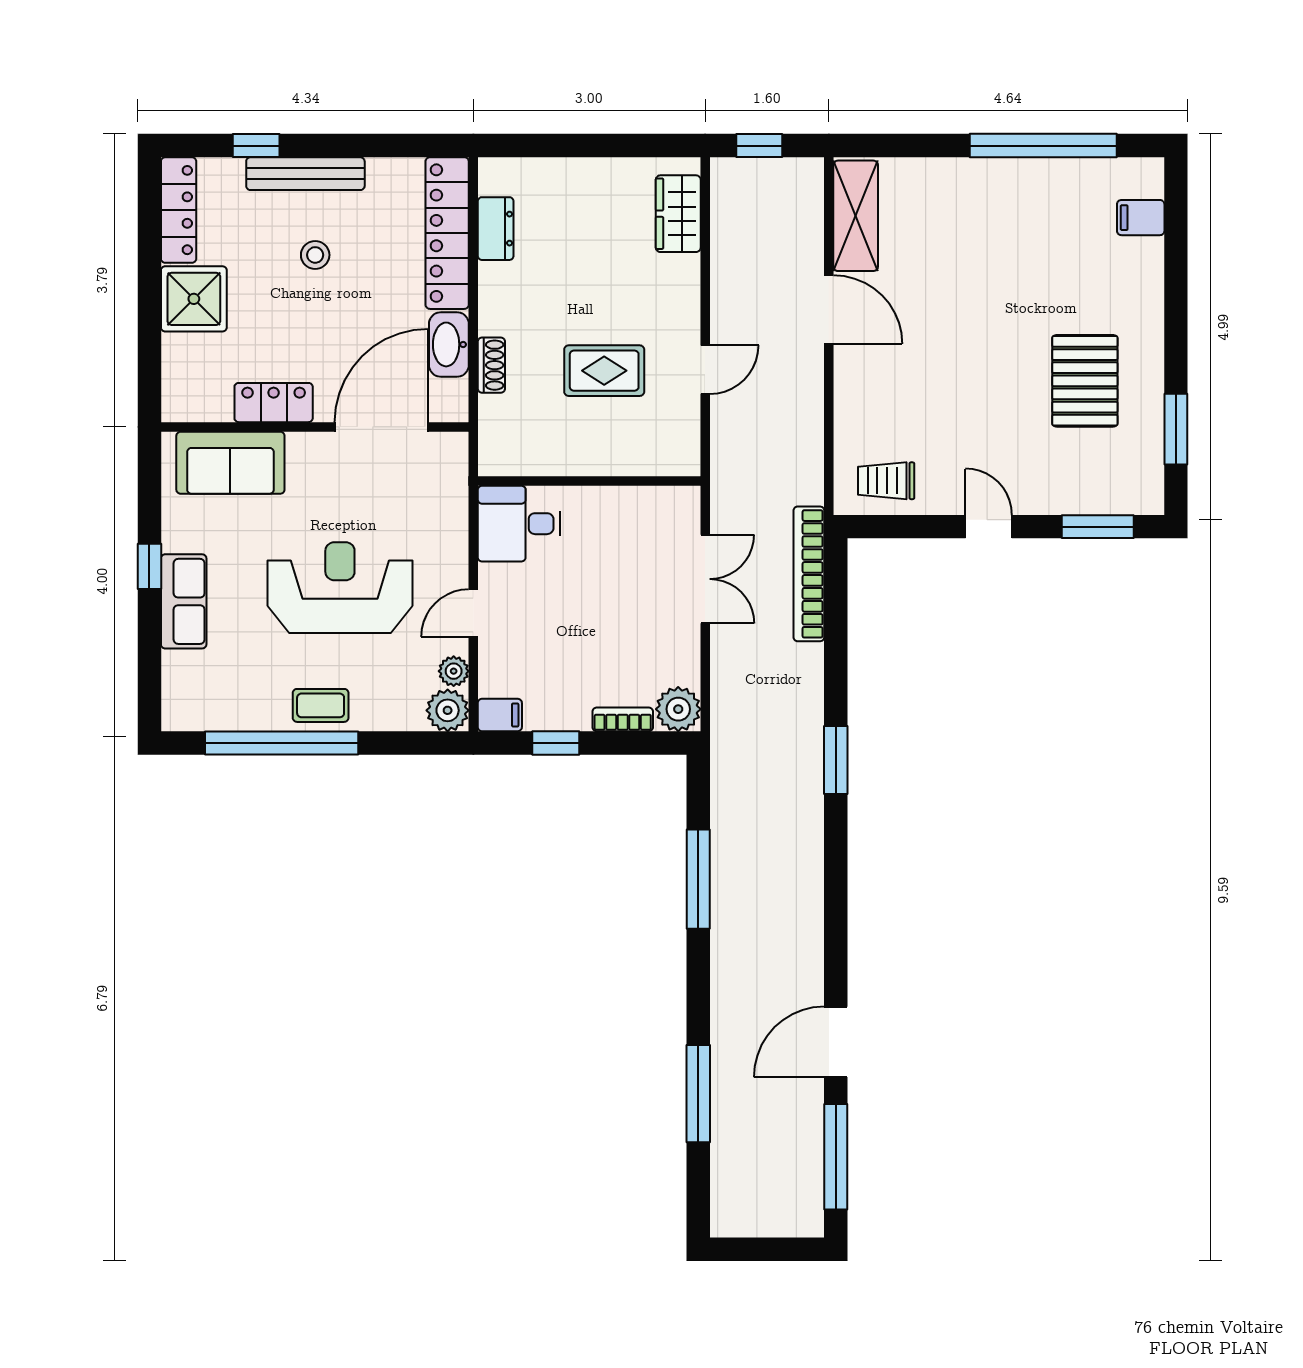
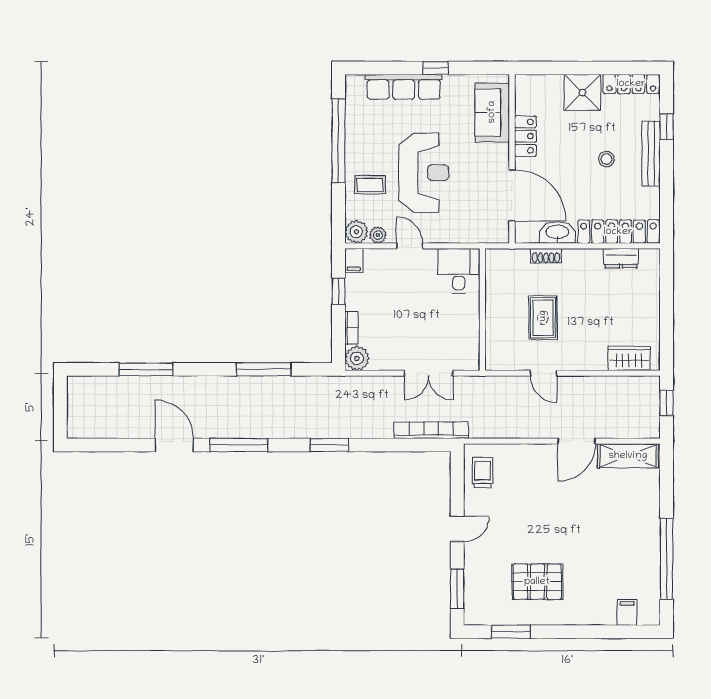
row of seats: (184, 601) -> (404, 87), width x1.48
coffee table: (321, 705) -> (370, 185), moved, turned 90
window: (836, 1157) -> (239, 445), moved

